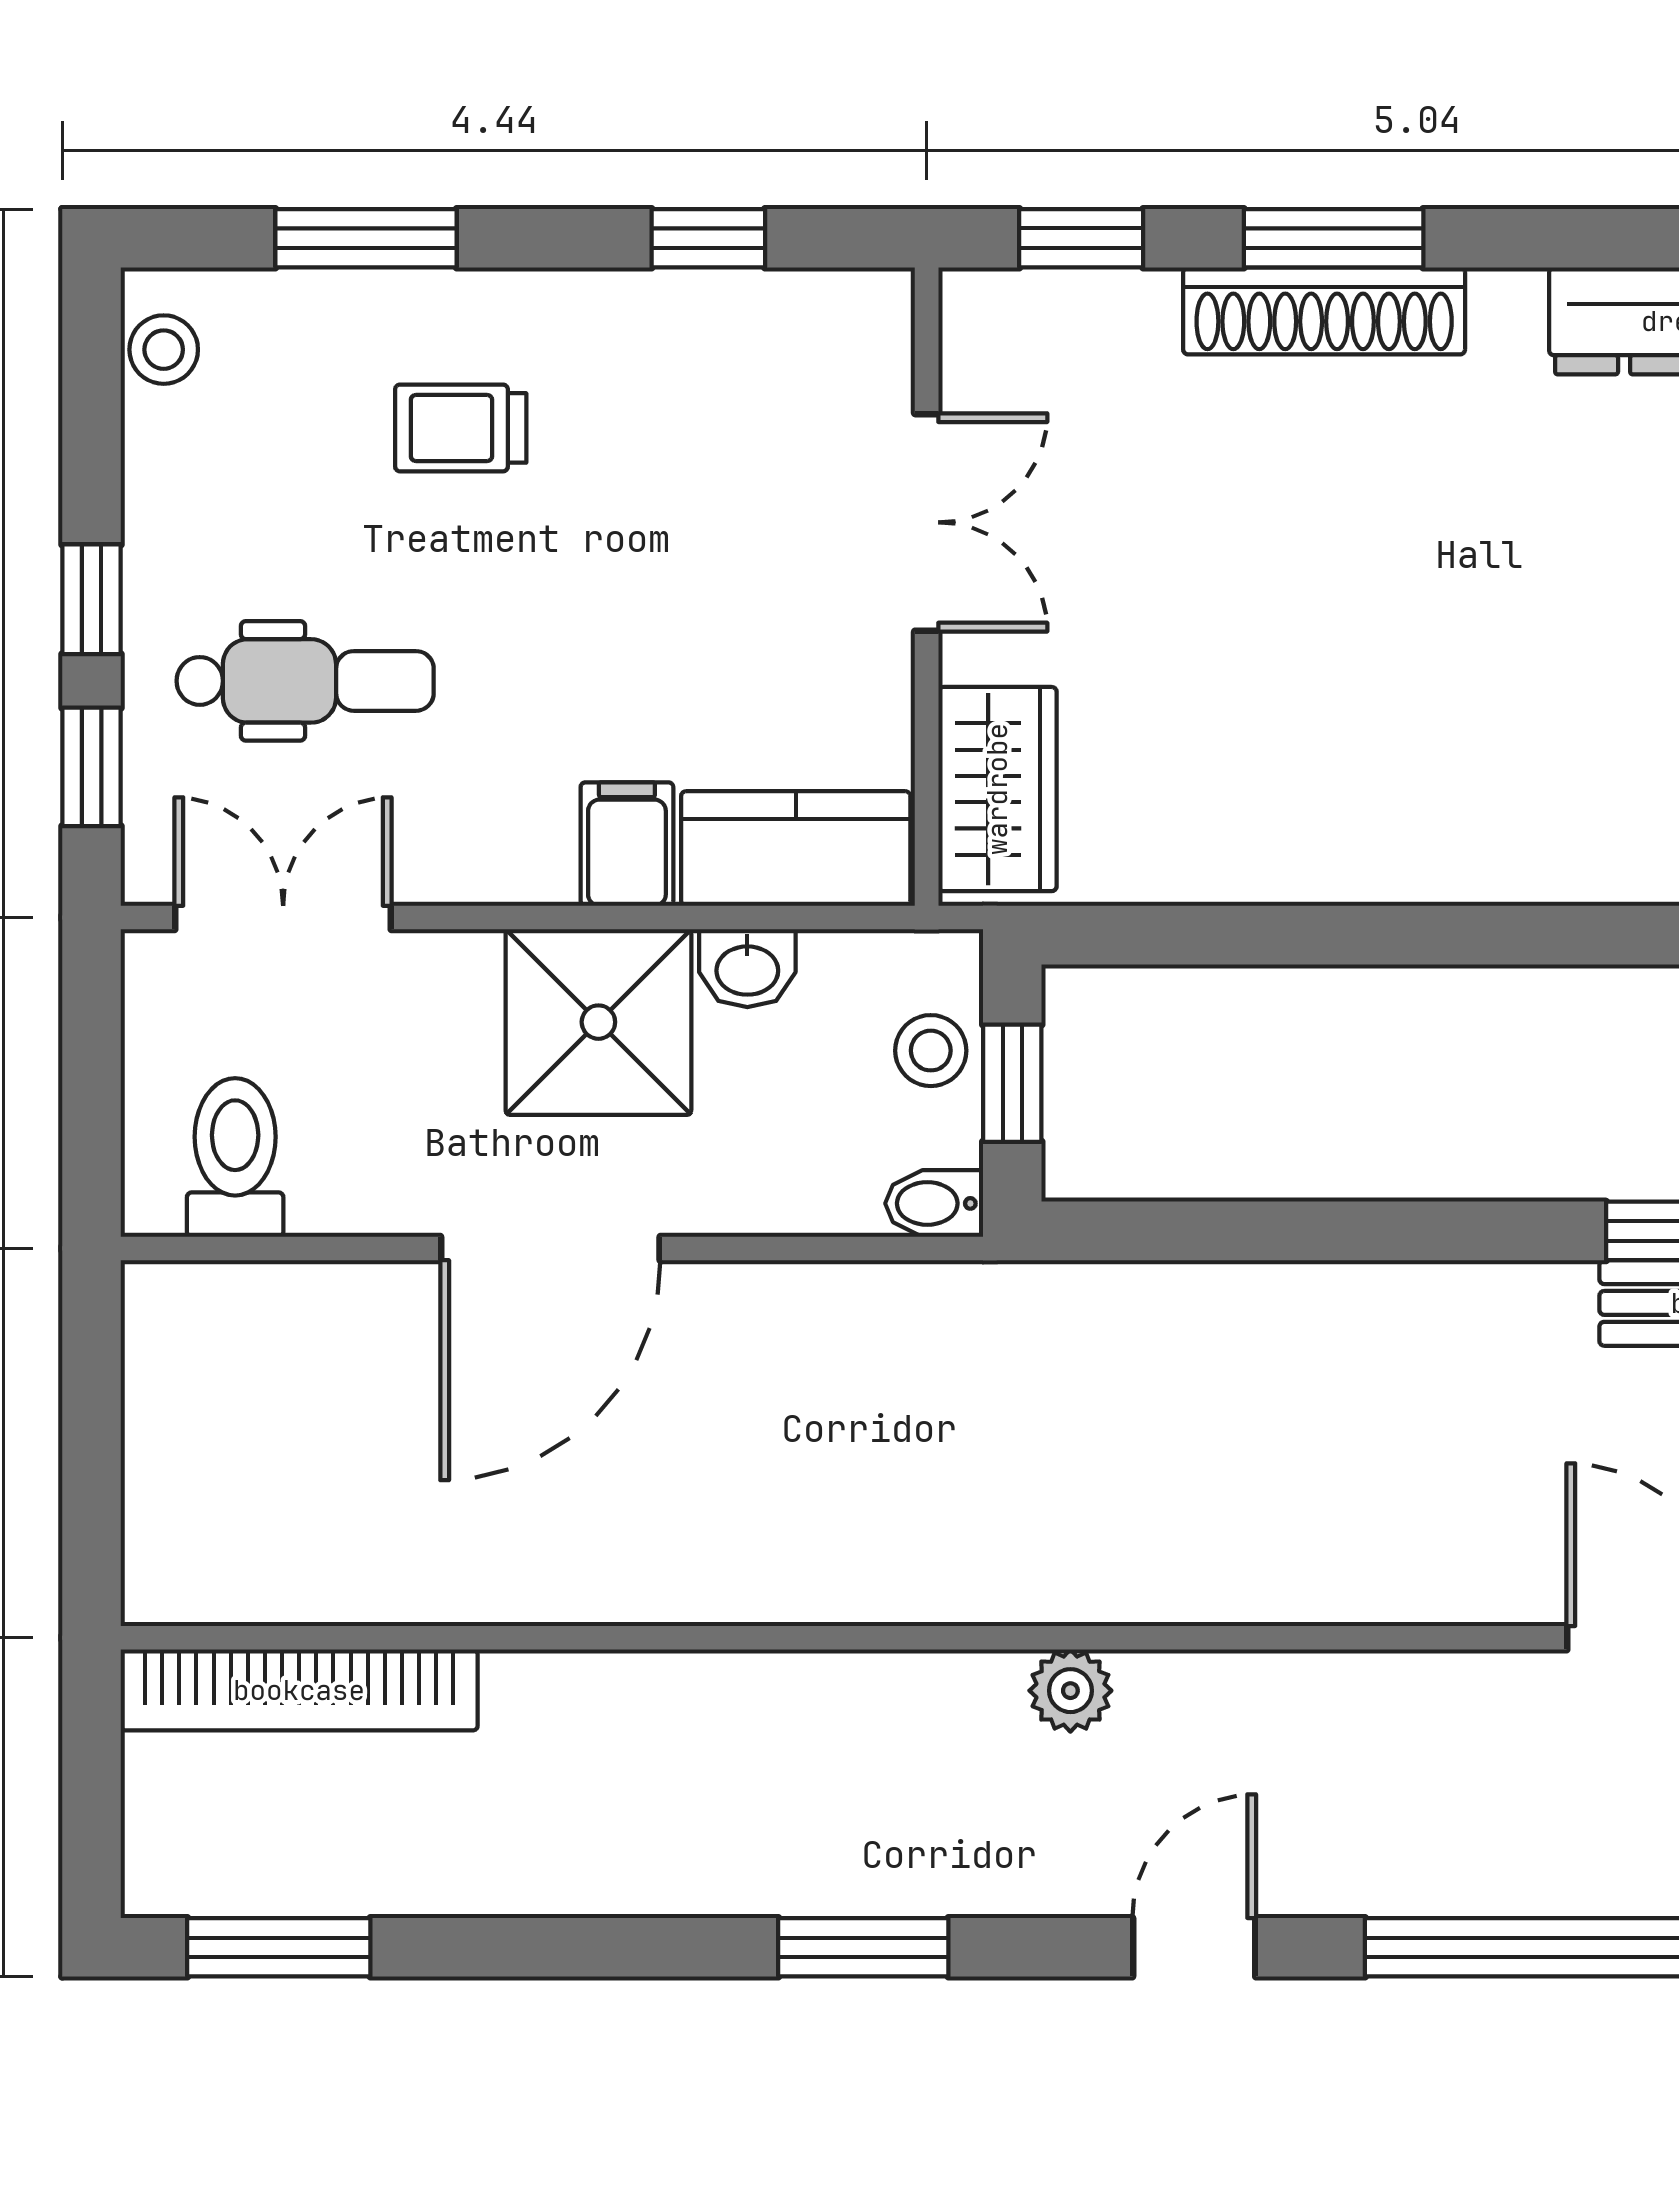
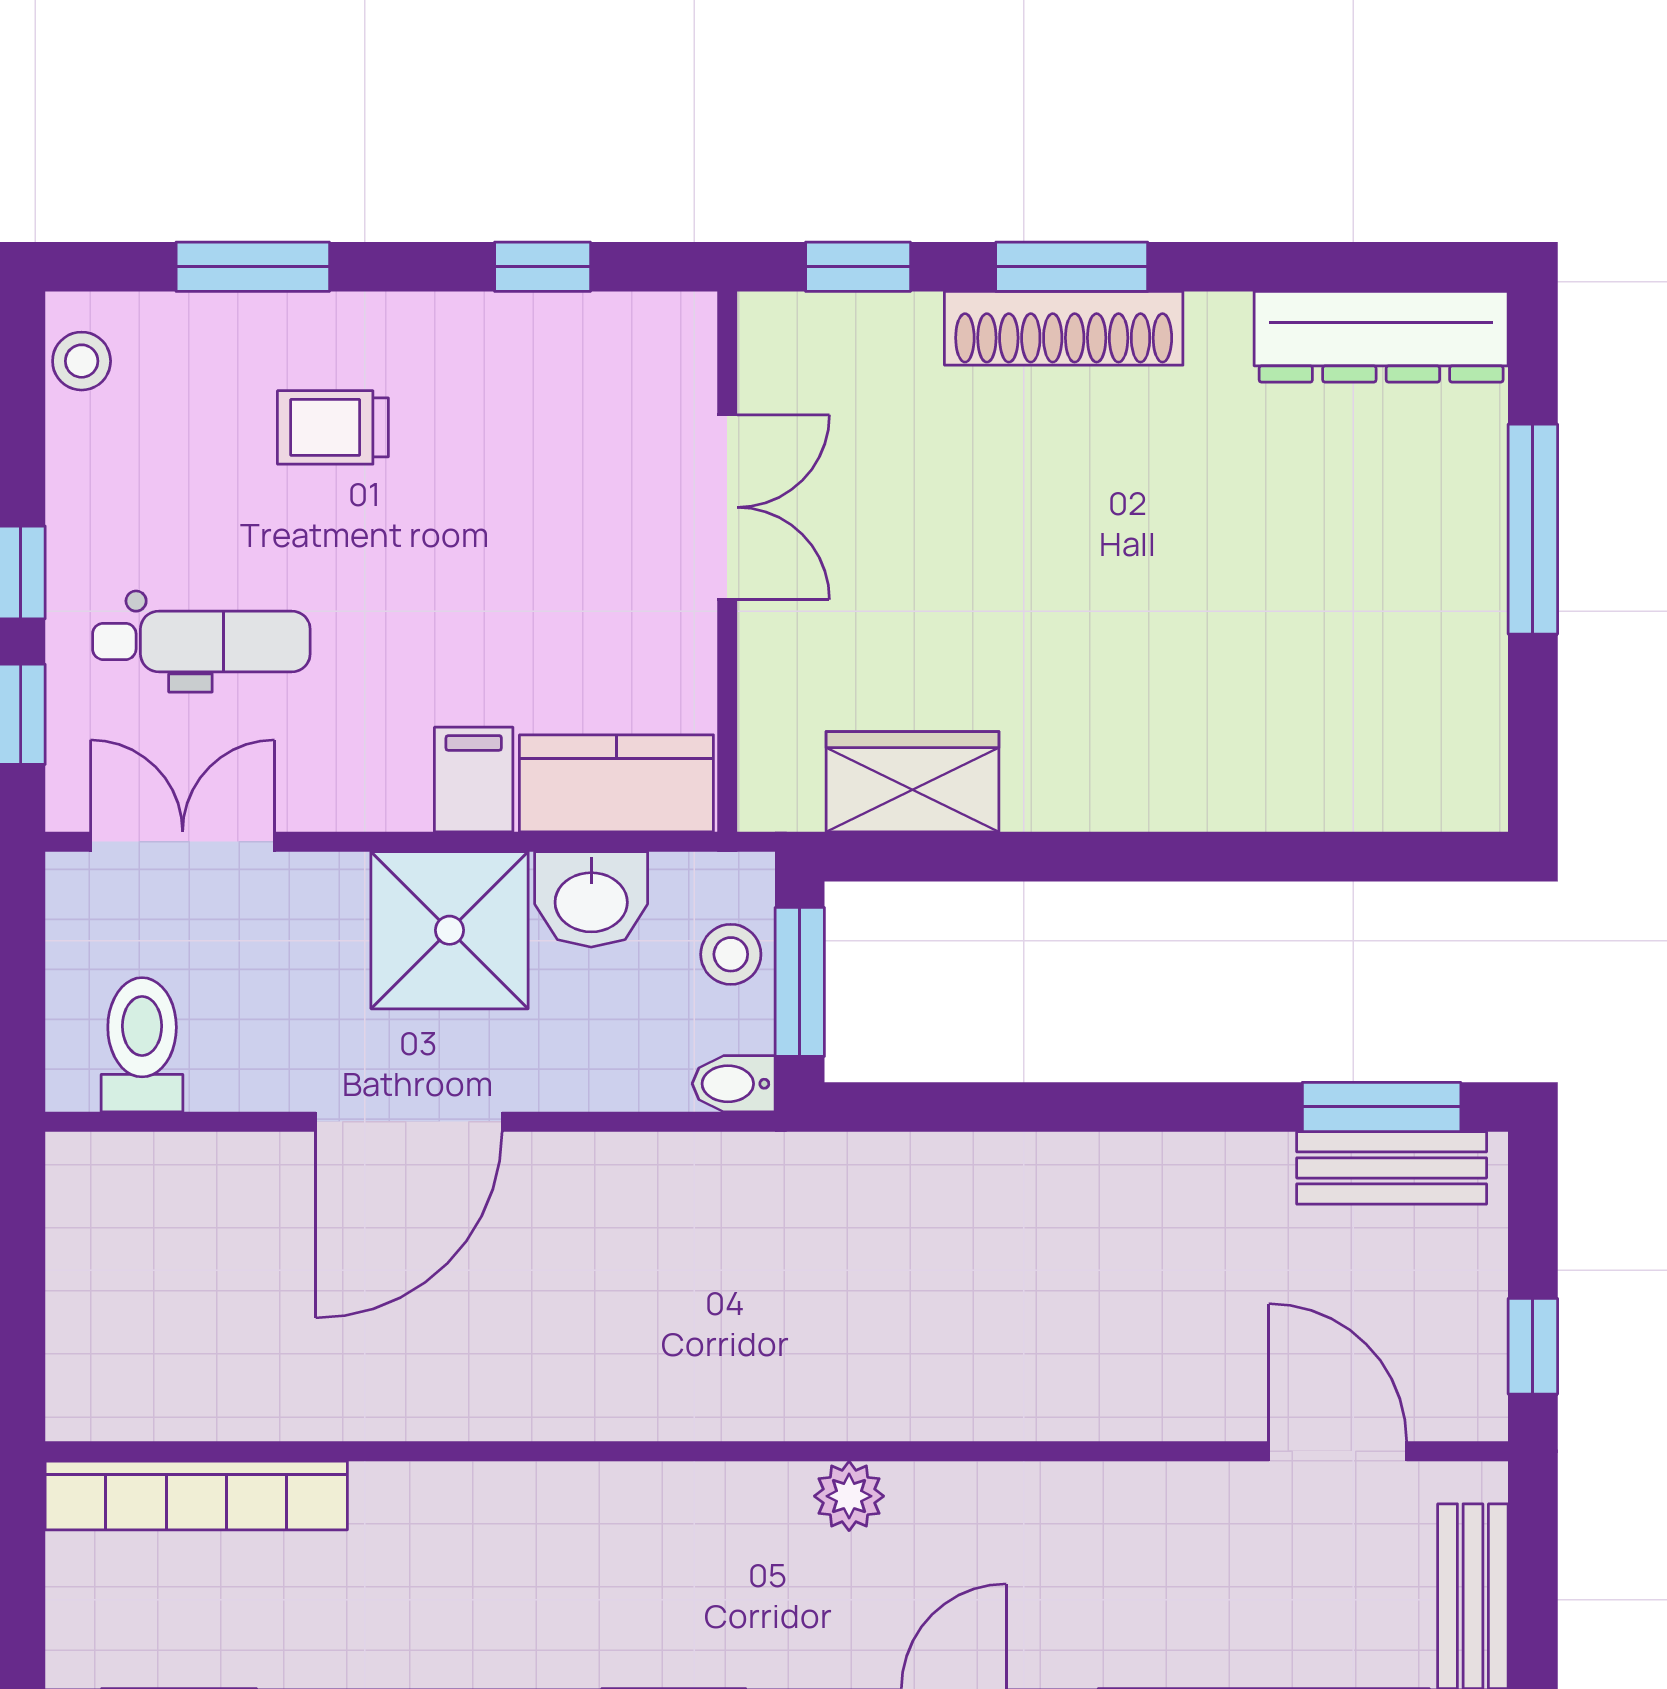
wardrobe: (997, 789) -> (913, 782), moved, turned -90
washbasin: (747, 968) -> (591, 899), width x1.38, depth x1.45
window: (1012, 1083) -> (800, 982), width x1.50

